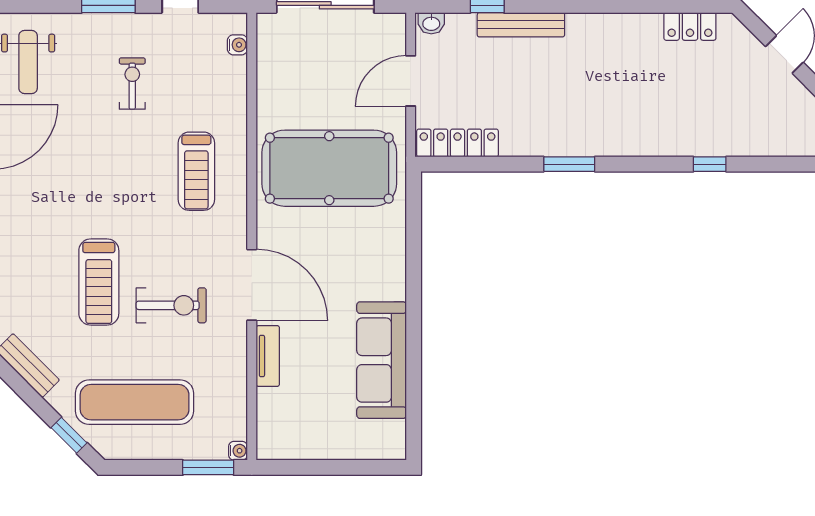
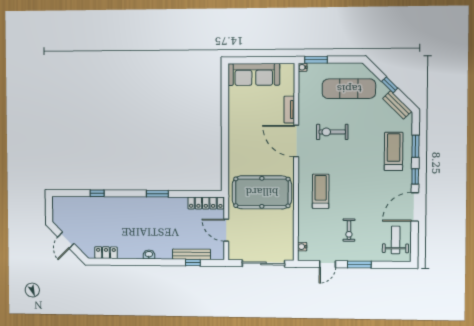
washbasin: (431, 23) -> (149, 254), moved
bench: (521, 25) -> (192, 254), moved
door: (411, 81) -> (226, 230), swing flipped
treadmill: (99, 282) -> (394, 151), moved
sofa: (382, 360) -> (254, 74), moved, turned 90
window: (69, 435) -> (390, 85), moved

